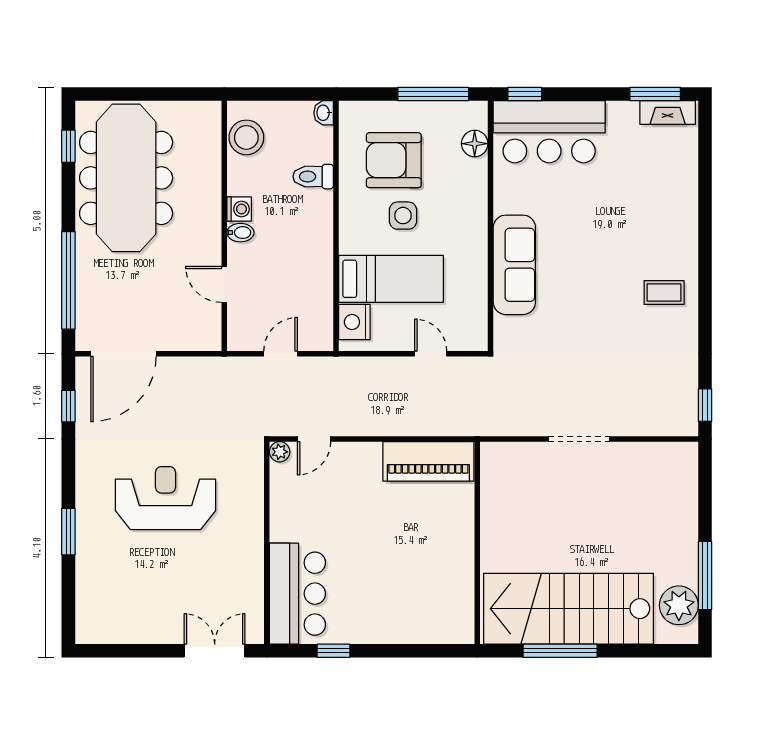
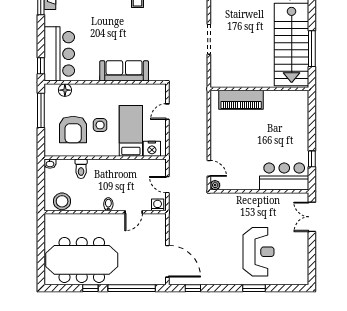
window: (68, 146) -> (90, 288), moved
washing machine: (239, 209) -> (158, 205), moved
piano: (428, 461) -> (241, 100), moved, turned 90
reception desk: (165, 498) -> (258, 252), moved, turned 180

